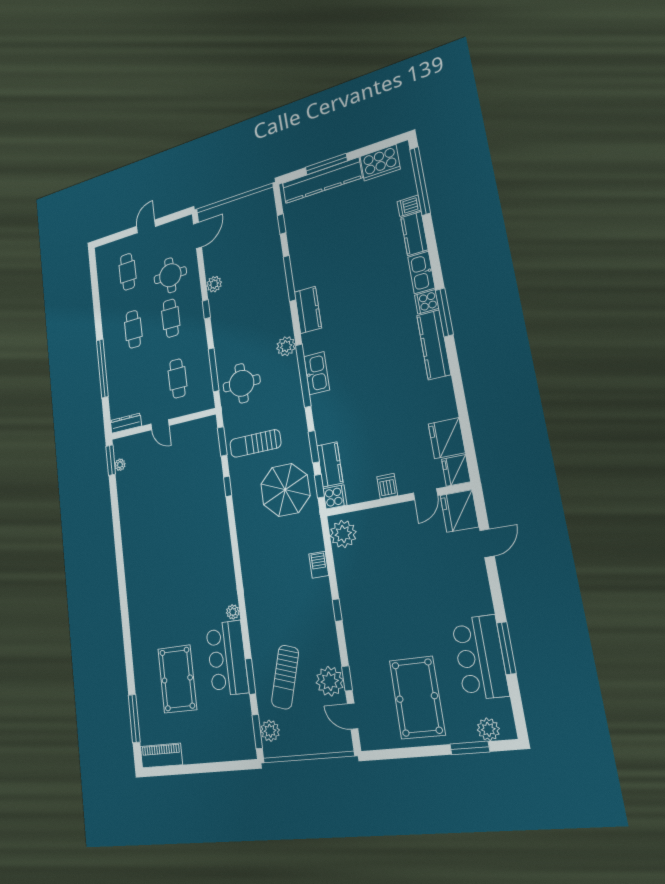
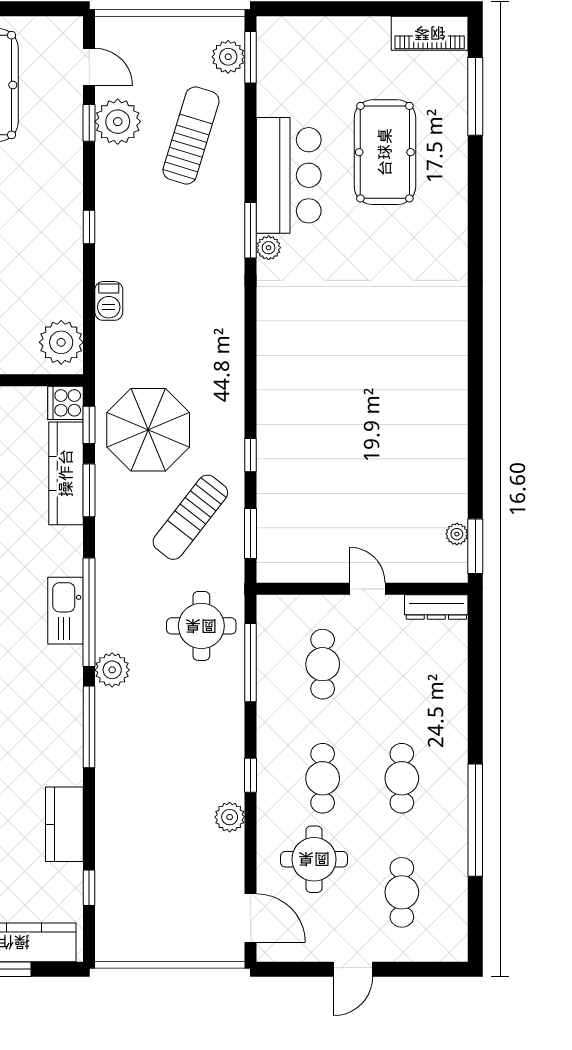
door: (197, 235) -> (251, 918), swing flipped
window: (289, 278) -> (89, 727), moved
kitchen counter: (308, 310) -> (64, 824), moved
window: (102, 368) -> (475, 820), moved
sun lounger: (255, 443) -> (190, 517), turned 128
kitchen counter: (330, 464) -> (66, 473), width x1.50
window: (251, 676) -> (251, 230), moved

